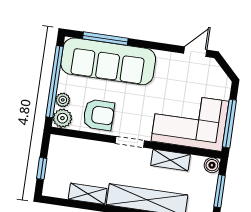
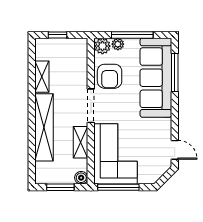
window: (54, 82) -> (132, 35), width x0.68
doorway: (130, 142) -> (91, 106), width x1.38

